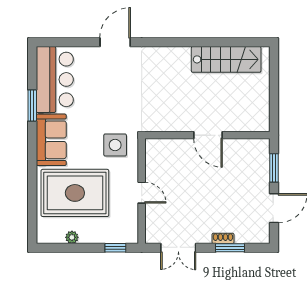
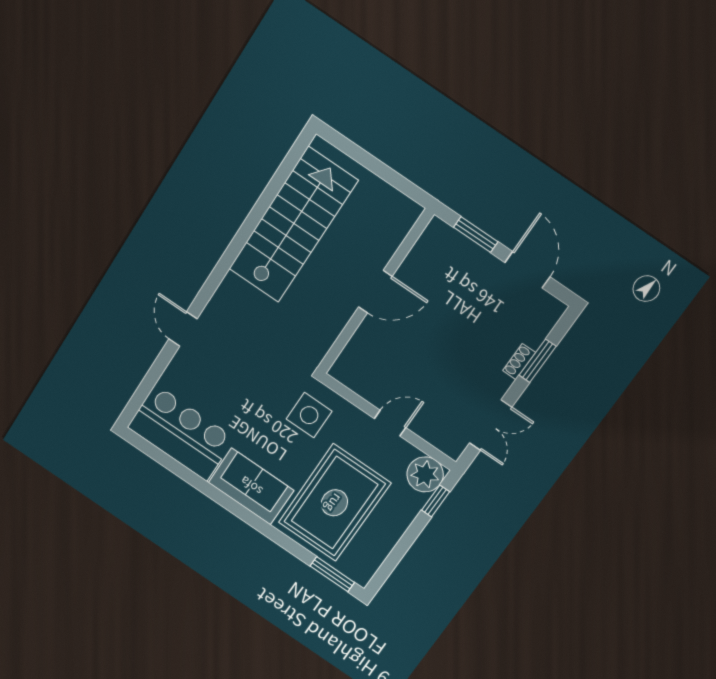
door: (115, 42) -> (183, 329), width x0.73
stairs: (226, 59) -> (293, 225), width x1.36, depth x1.51
window: (32, 106) -> (332, 574), moved
plant: (72, 237) -> (425, 474), moved, width x1.88, depth x1.88

